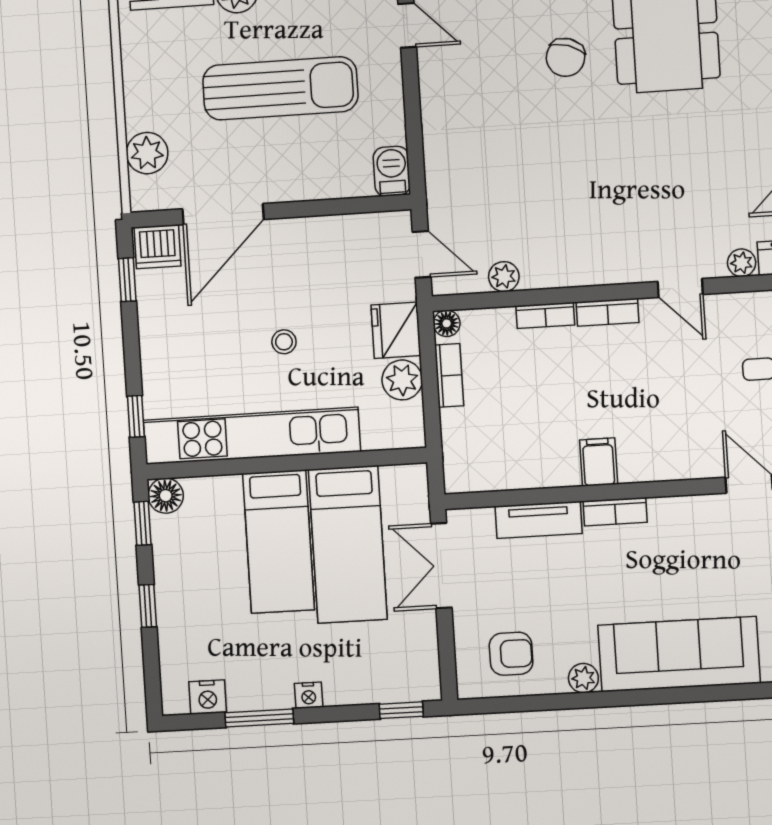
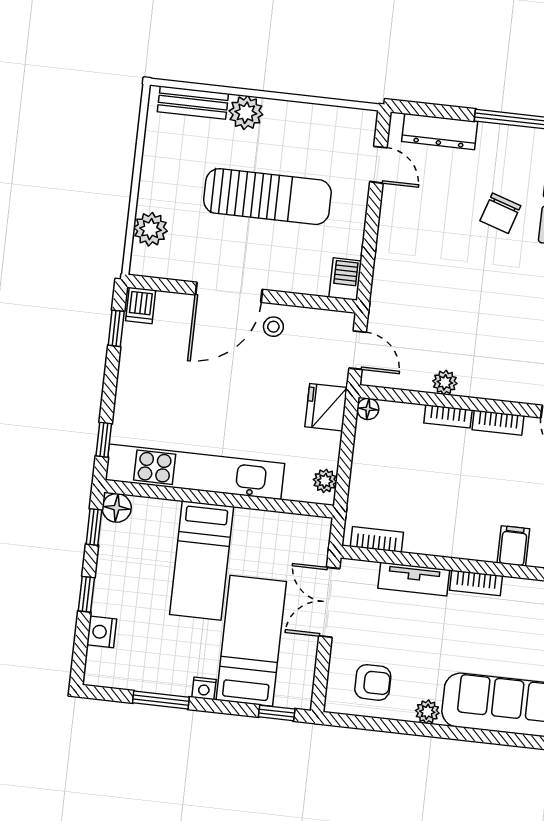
door: (223, 214) -> (229, 292), moved
dishwasher: (158, 247) -> (141, 305), width x0.73
plant: (504, 277) -> (445, 382), moved
stool: (284, 342) -> (273, 327), moved
bookcase: (449, 375) -> (377, 539), moved, turned -90
plant: (402, 380) -> (325, 481), moved, width x0.73, depth x0.73
filing cabinet: (599, 462) -> (513, 546), moved
bed: (348, 544) -> (251, 641), moved, turned 180
nightstand: (208, 697) -> (102, 632), moved, turned 90

